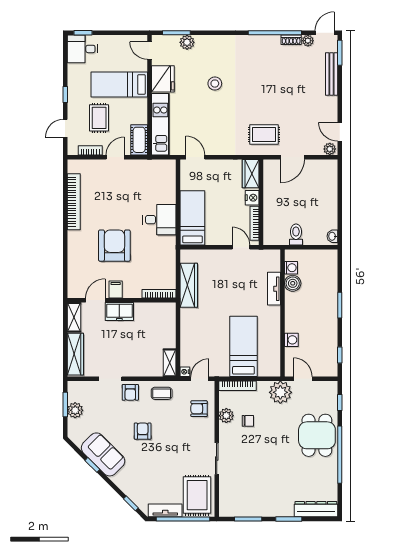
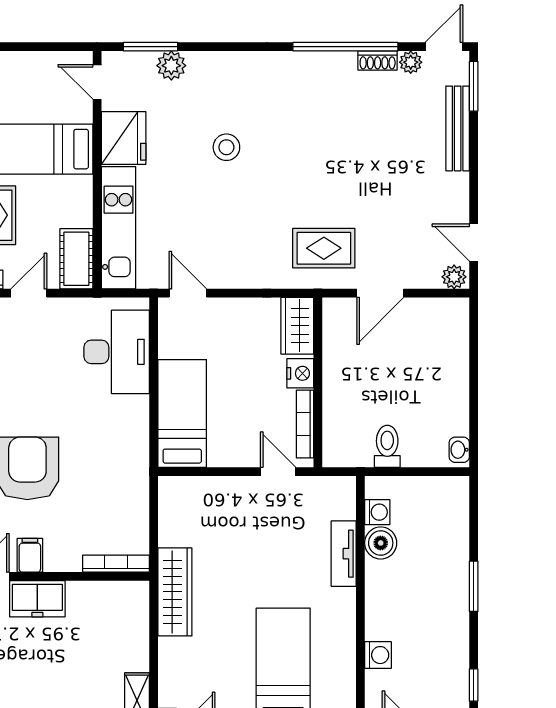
desk: (159, 220) -> (117, 352), moved, width x1.37
wardrobe: (189, 285) -> (175, 592), moved

